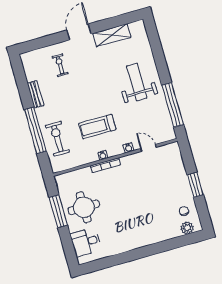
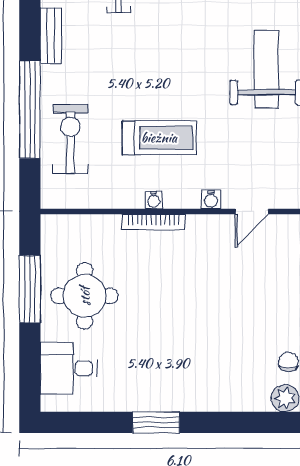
treadmill: (97, 127) -> (159, 138), turned 180
door: (148, 148) -> (252, 211), swing flipped
window: (132, 255) -> (156, 422), added

